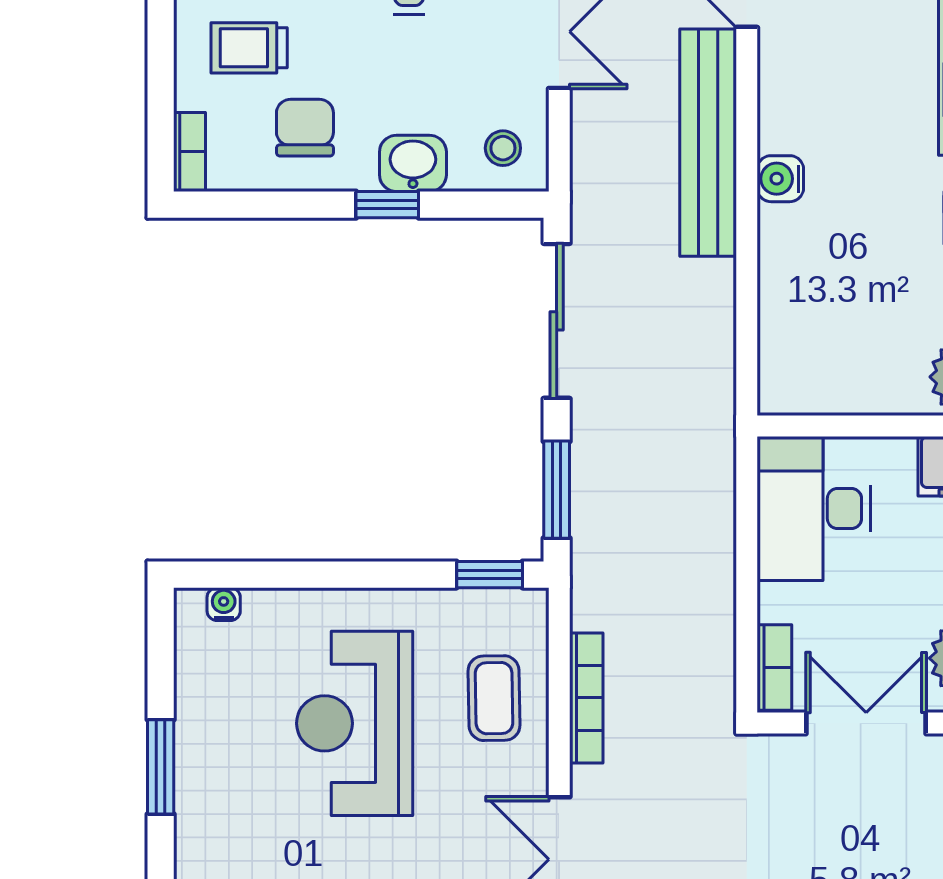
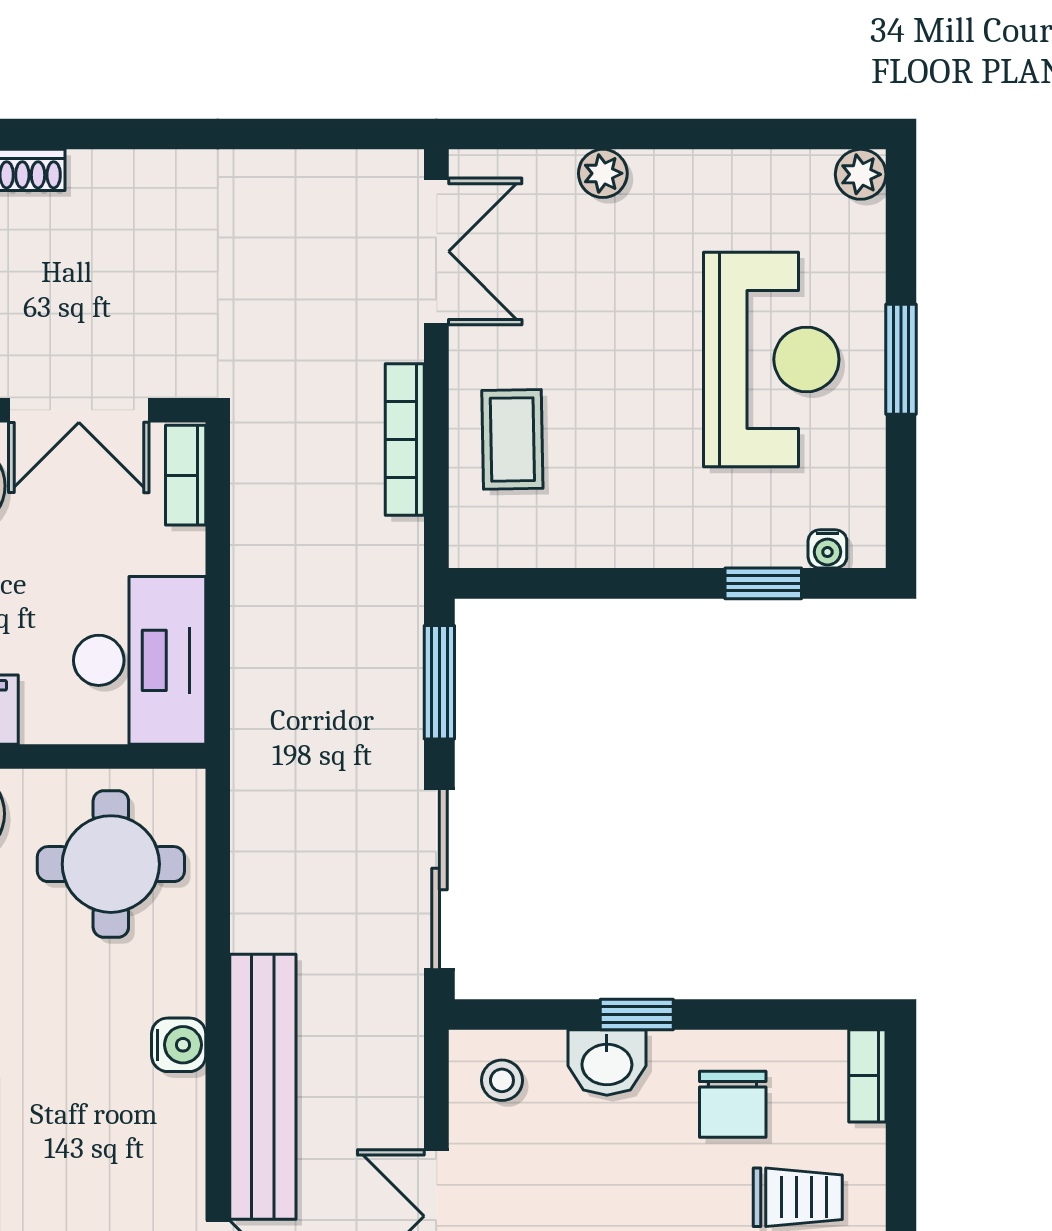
round table: (839, 334) -> (111, 864), added
window: (490, 575) -> (763, 583), moved
reception desk: (355, 723) -> (771, 359), moved

